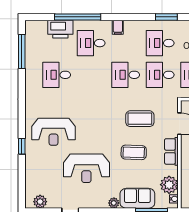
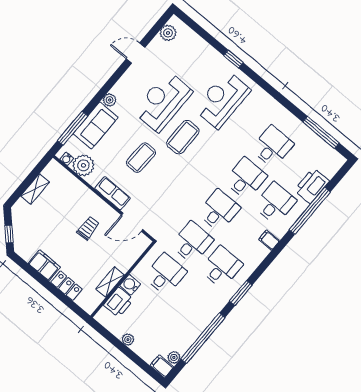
desk: (91, 75) -> (246, 179), added
coffee table: (140, 119) -> (183, 137), moved

